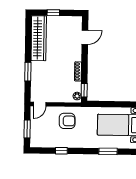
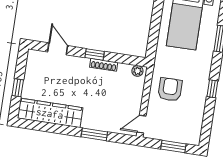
window: (84, 90) -> (95, 54), moved
door: (40, 104) -> (142, 124), swing flipped
window: (61, 151) -> (212, 89), moved

